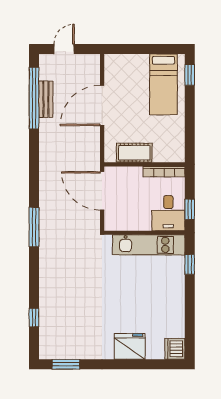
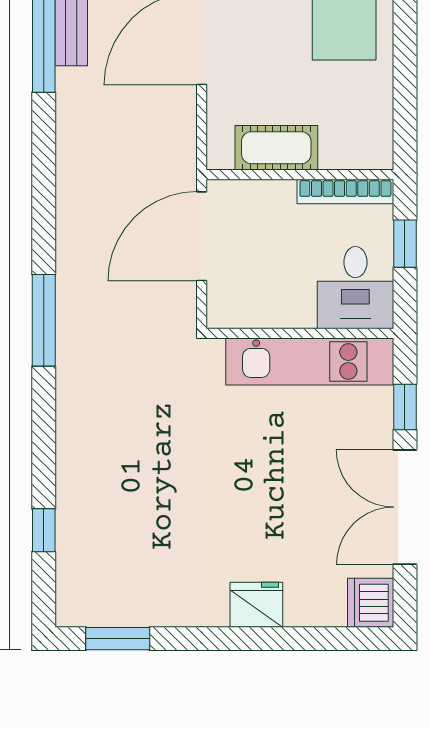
door: (102, 191) -> (202, 236), hinge flipped
window: (190, 209) -> (405, 244), moved
double door: (190, 308) -> (405, 507), added
fridge: (130, 346) -> (256, 605), width x0.73, depth x0.75

